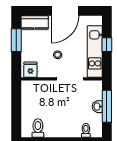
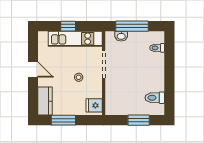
door: (65, 11) -> (33, 70), width x0.53
washbasin: (97, 107) -> (121, 36), moved
window: (16, 112) -> (139, 120), added

